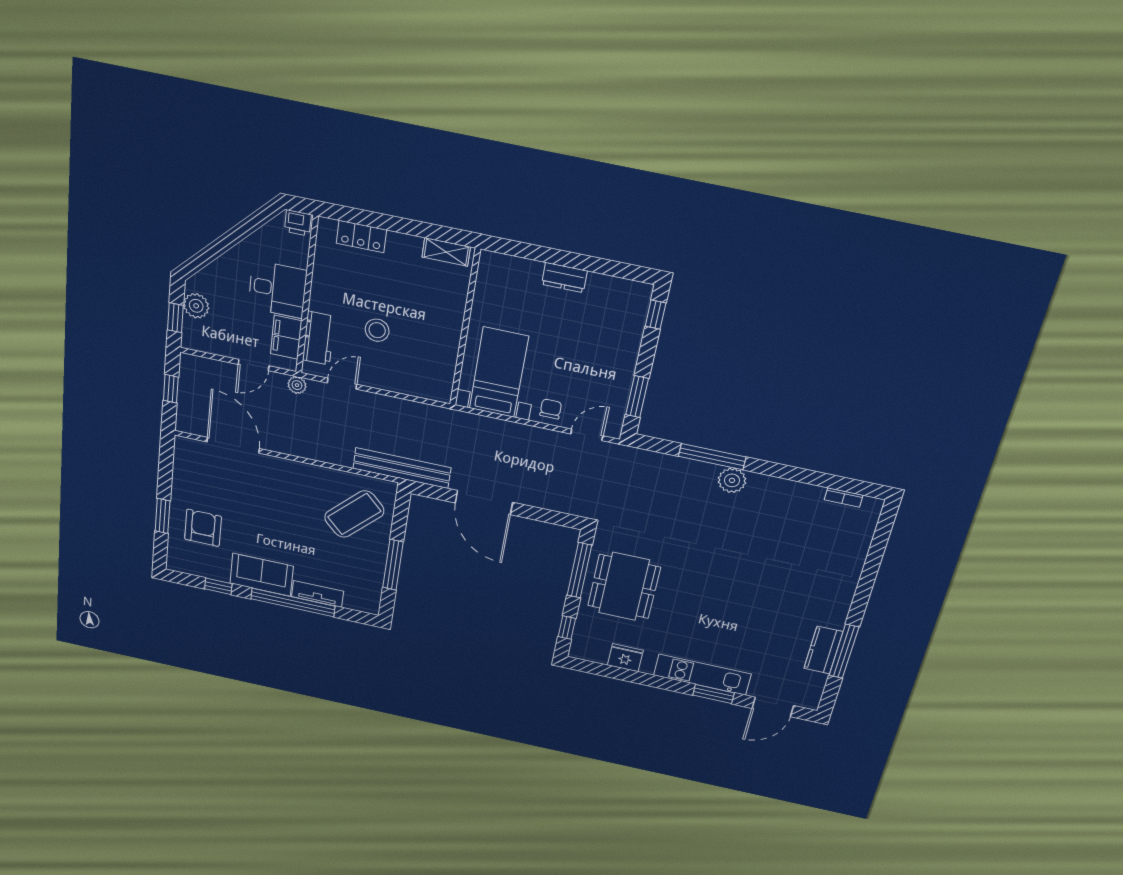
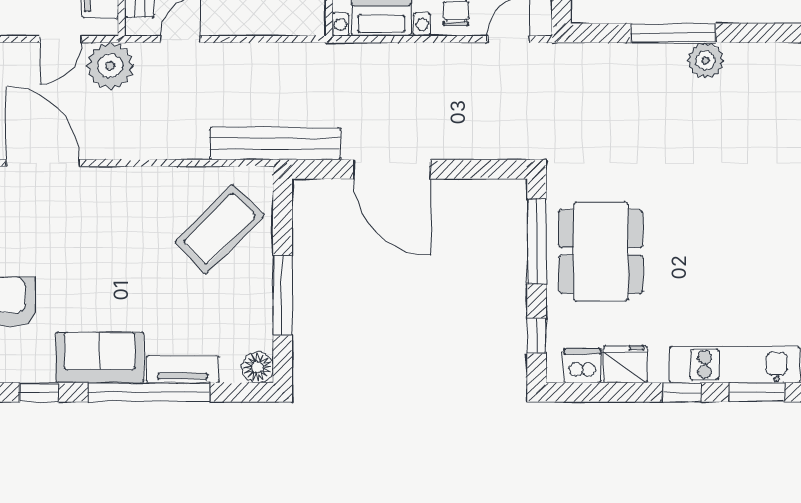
plant: (297, 385) -> (110, 66), width x1.87, depth x1.87
floor lamp: (369, 604) -> (258, 367), added
dishwasher: (595, 652) -> (583, 366), added
window: (661, 683) -> (682, 392), added

